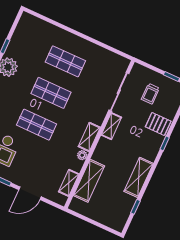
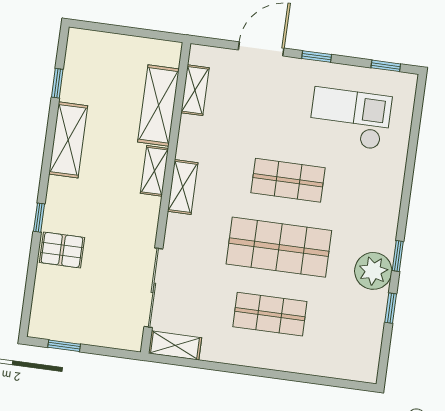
shelving: (117, 60) -> (175, 345), added
shop shelf: (51, 93) -> (279, 247), width x1.43, depth x1.36
trolley: (150, 94) -> (94, 302), removed
shelving: (111, 126) -> (154, 171), moved
plant: (82, 155) -> (186, 149), removed

